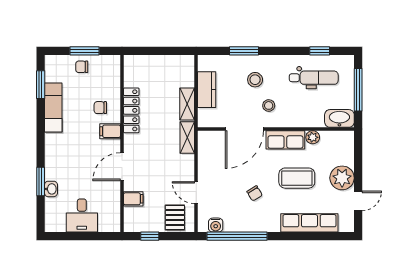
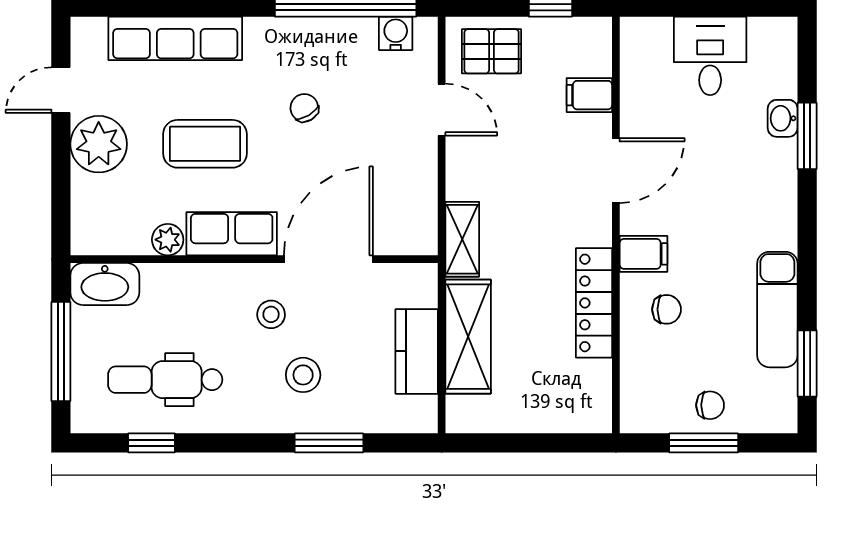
shelving: (187, 104) -> (468, 337), width x1.50, depth x1.33
pallet: (175, 217) -> (492, 51), turned 90

